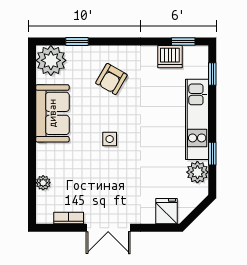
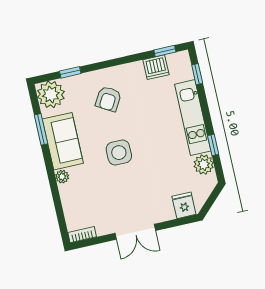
window: (32, 95) -> (41, 129), added
side table: (110, 139) -> (119, 153), width x1.87, depth x1.87
plant: (43, 183) -> (62, 177), moved
bookcase: (69, 218) -> (82, 235), moved

